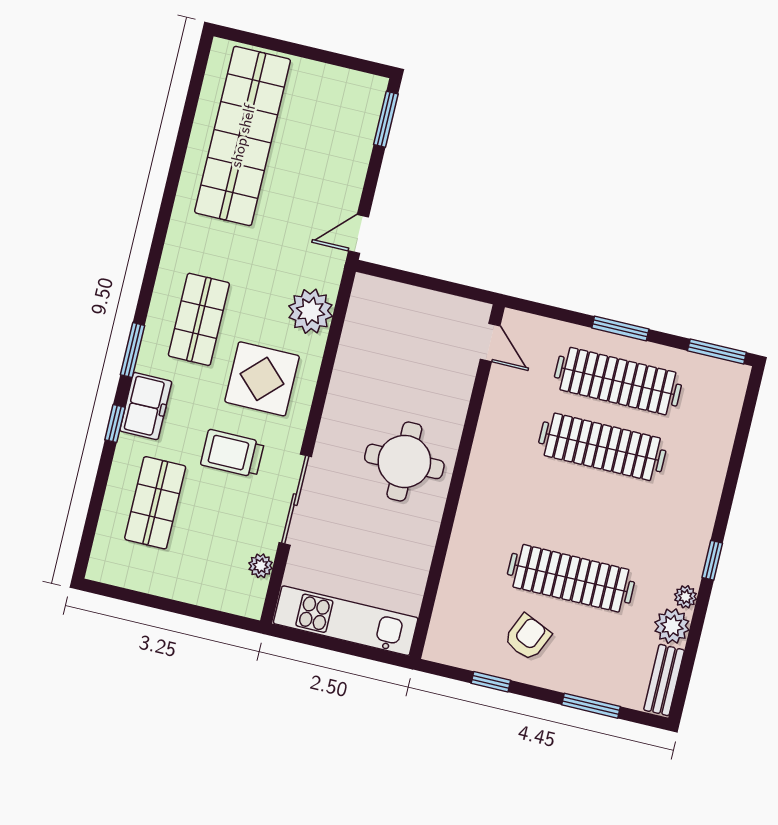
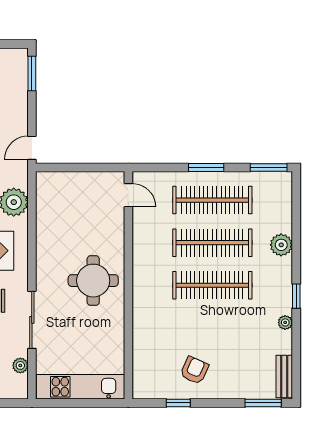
clothes rail: (571, 578) -> (212, 285), moved
plant: (672, 626) -> (281, 245), moved
window: (591, 706) -> (263, 403), moved

